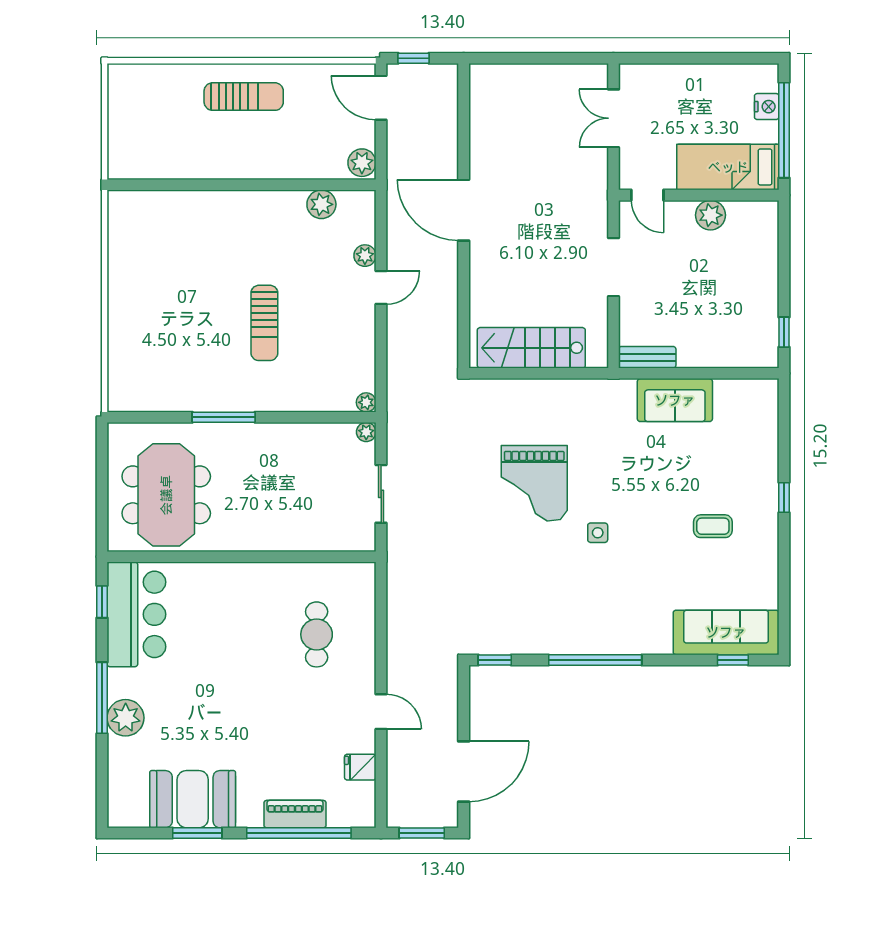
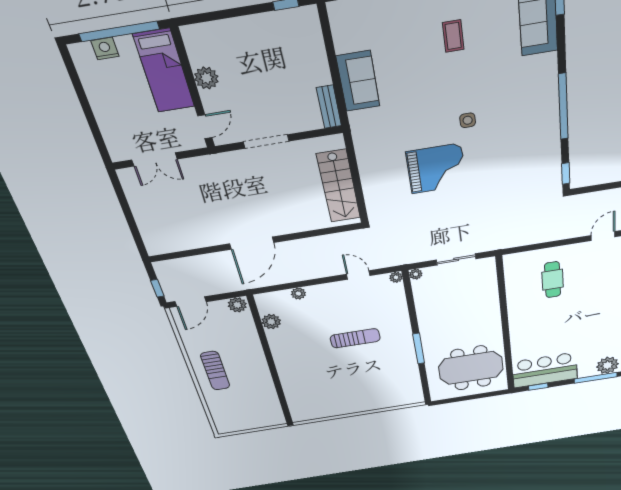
sun lounger: (244, 97) -> (215, 371), turned 180
door: (381, 287) -> (358, 275), moved
cafe table: (317, 634) -> (553, 280), turned 90

